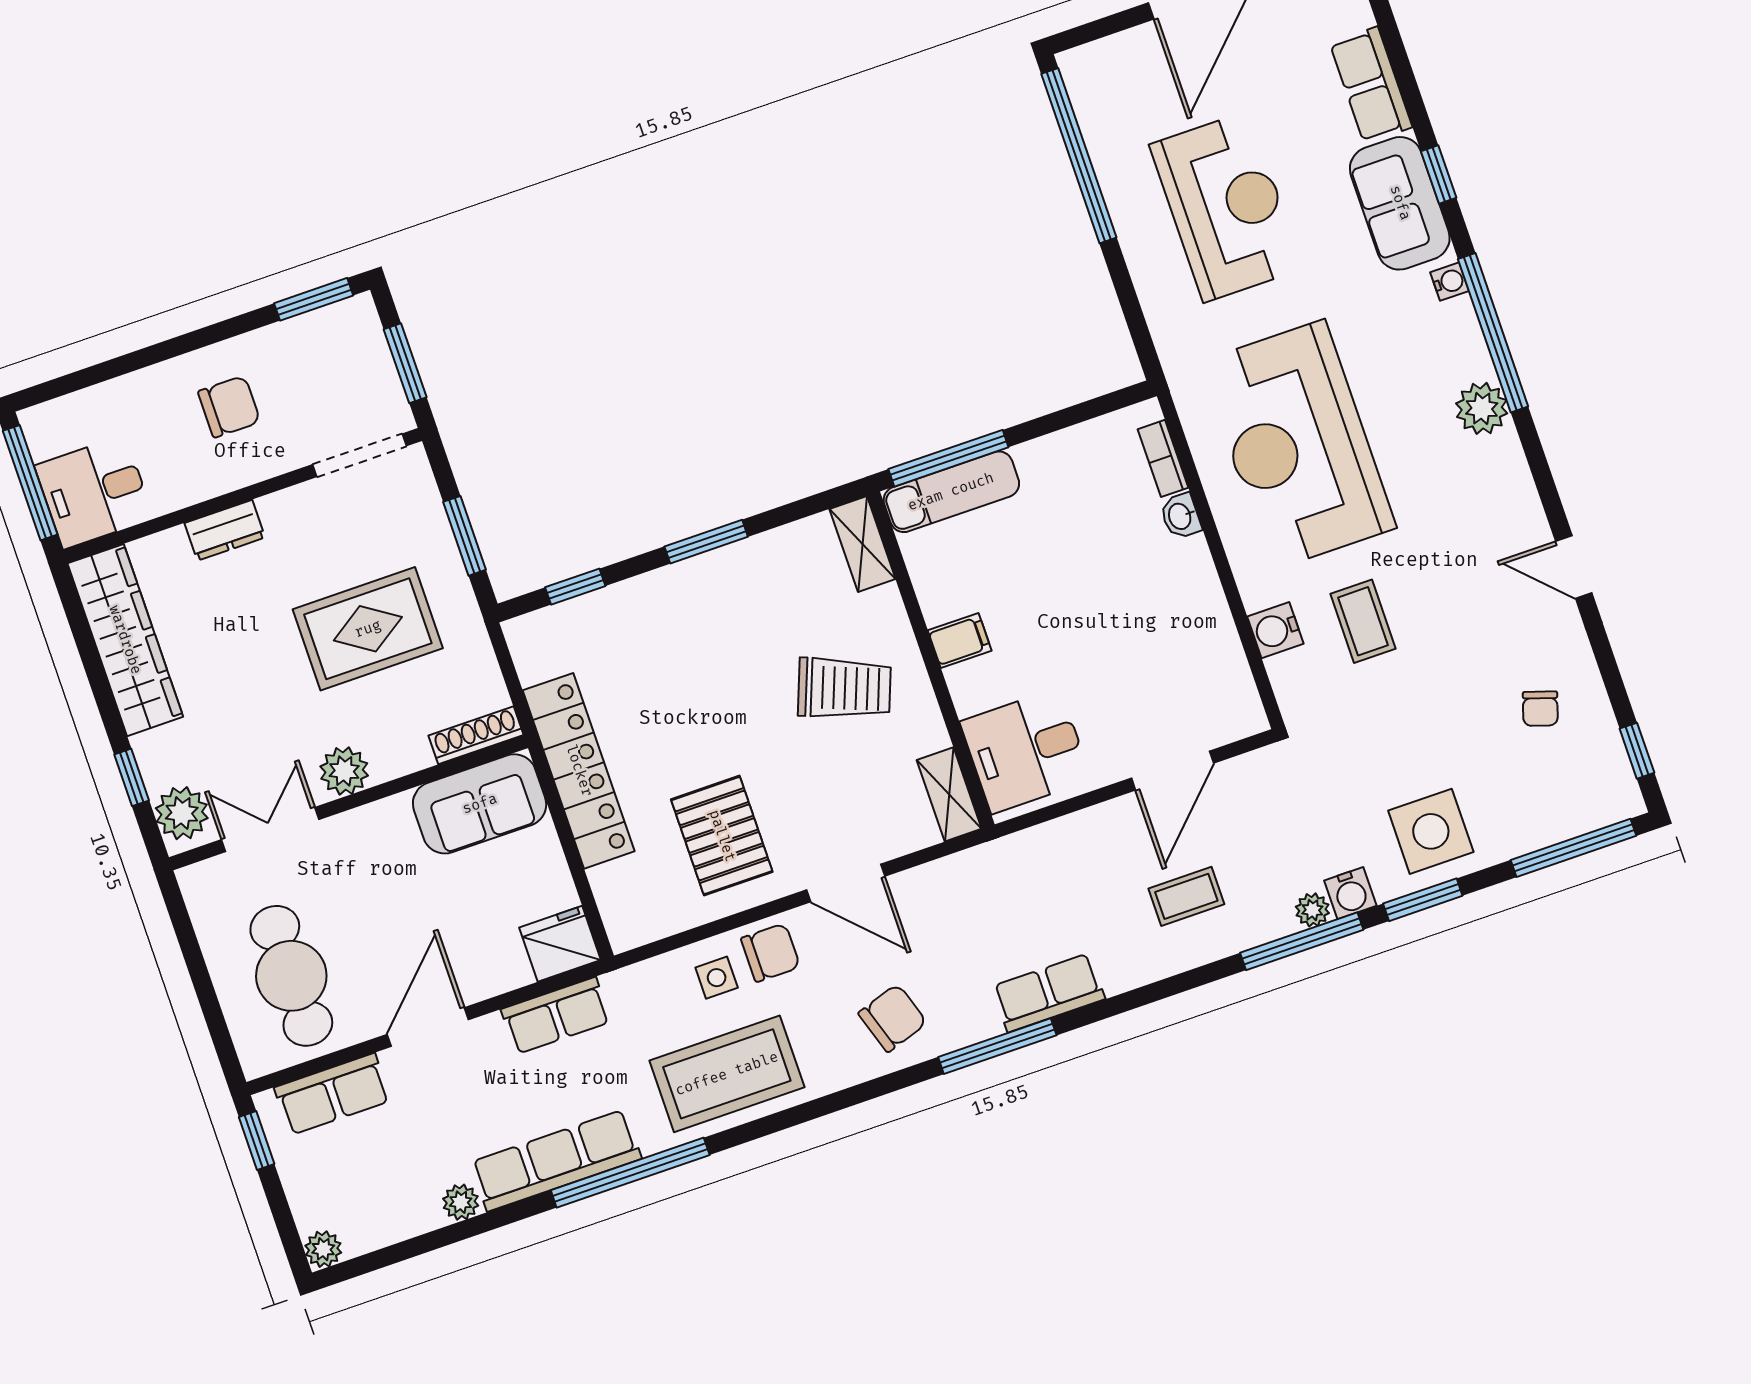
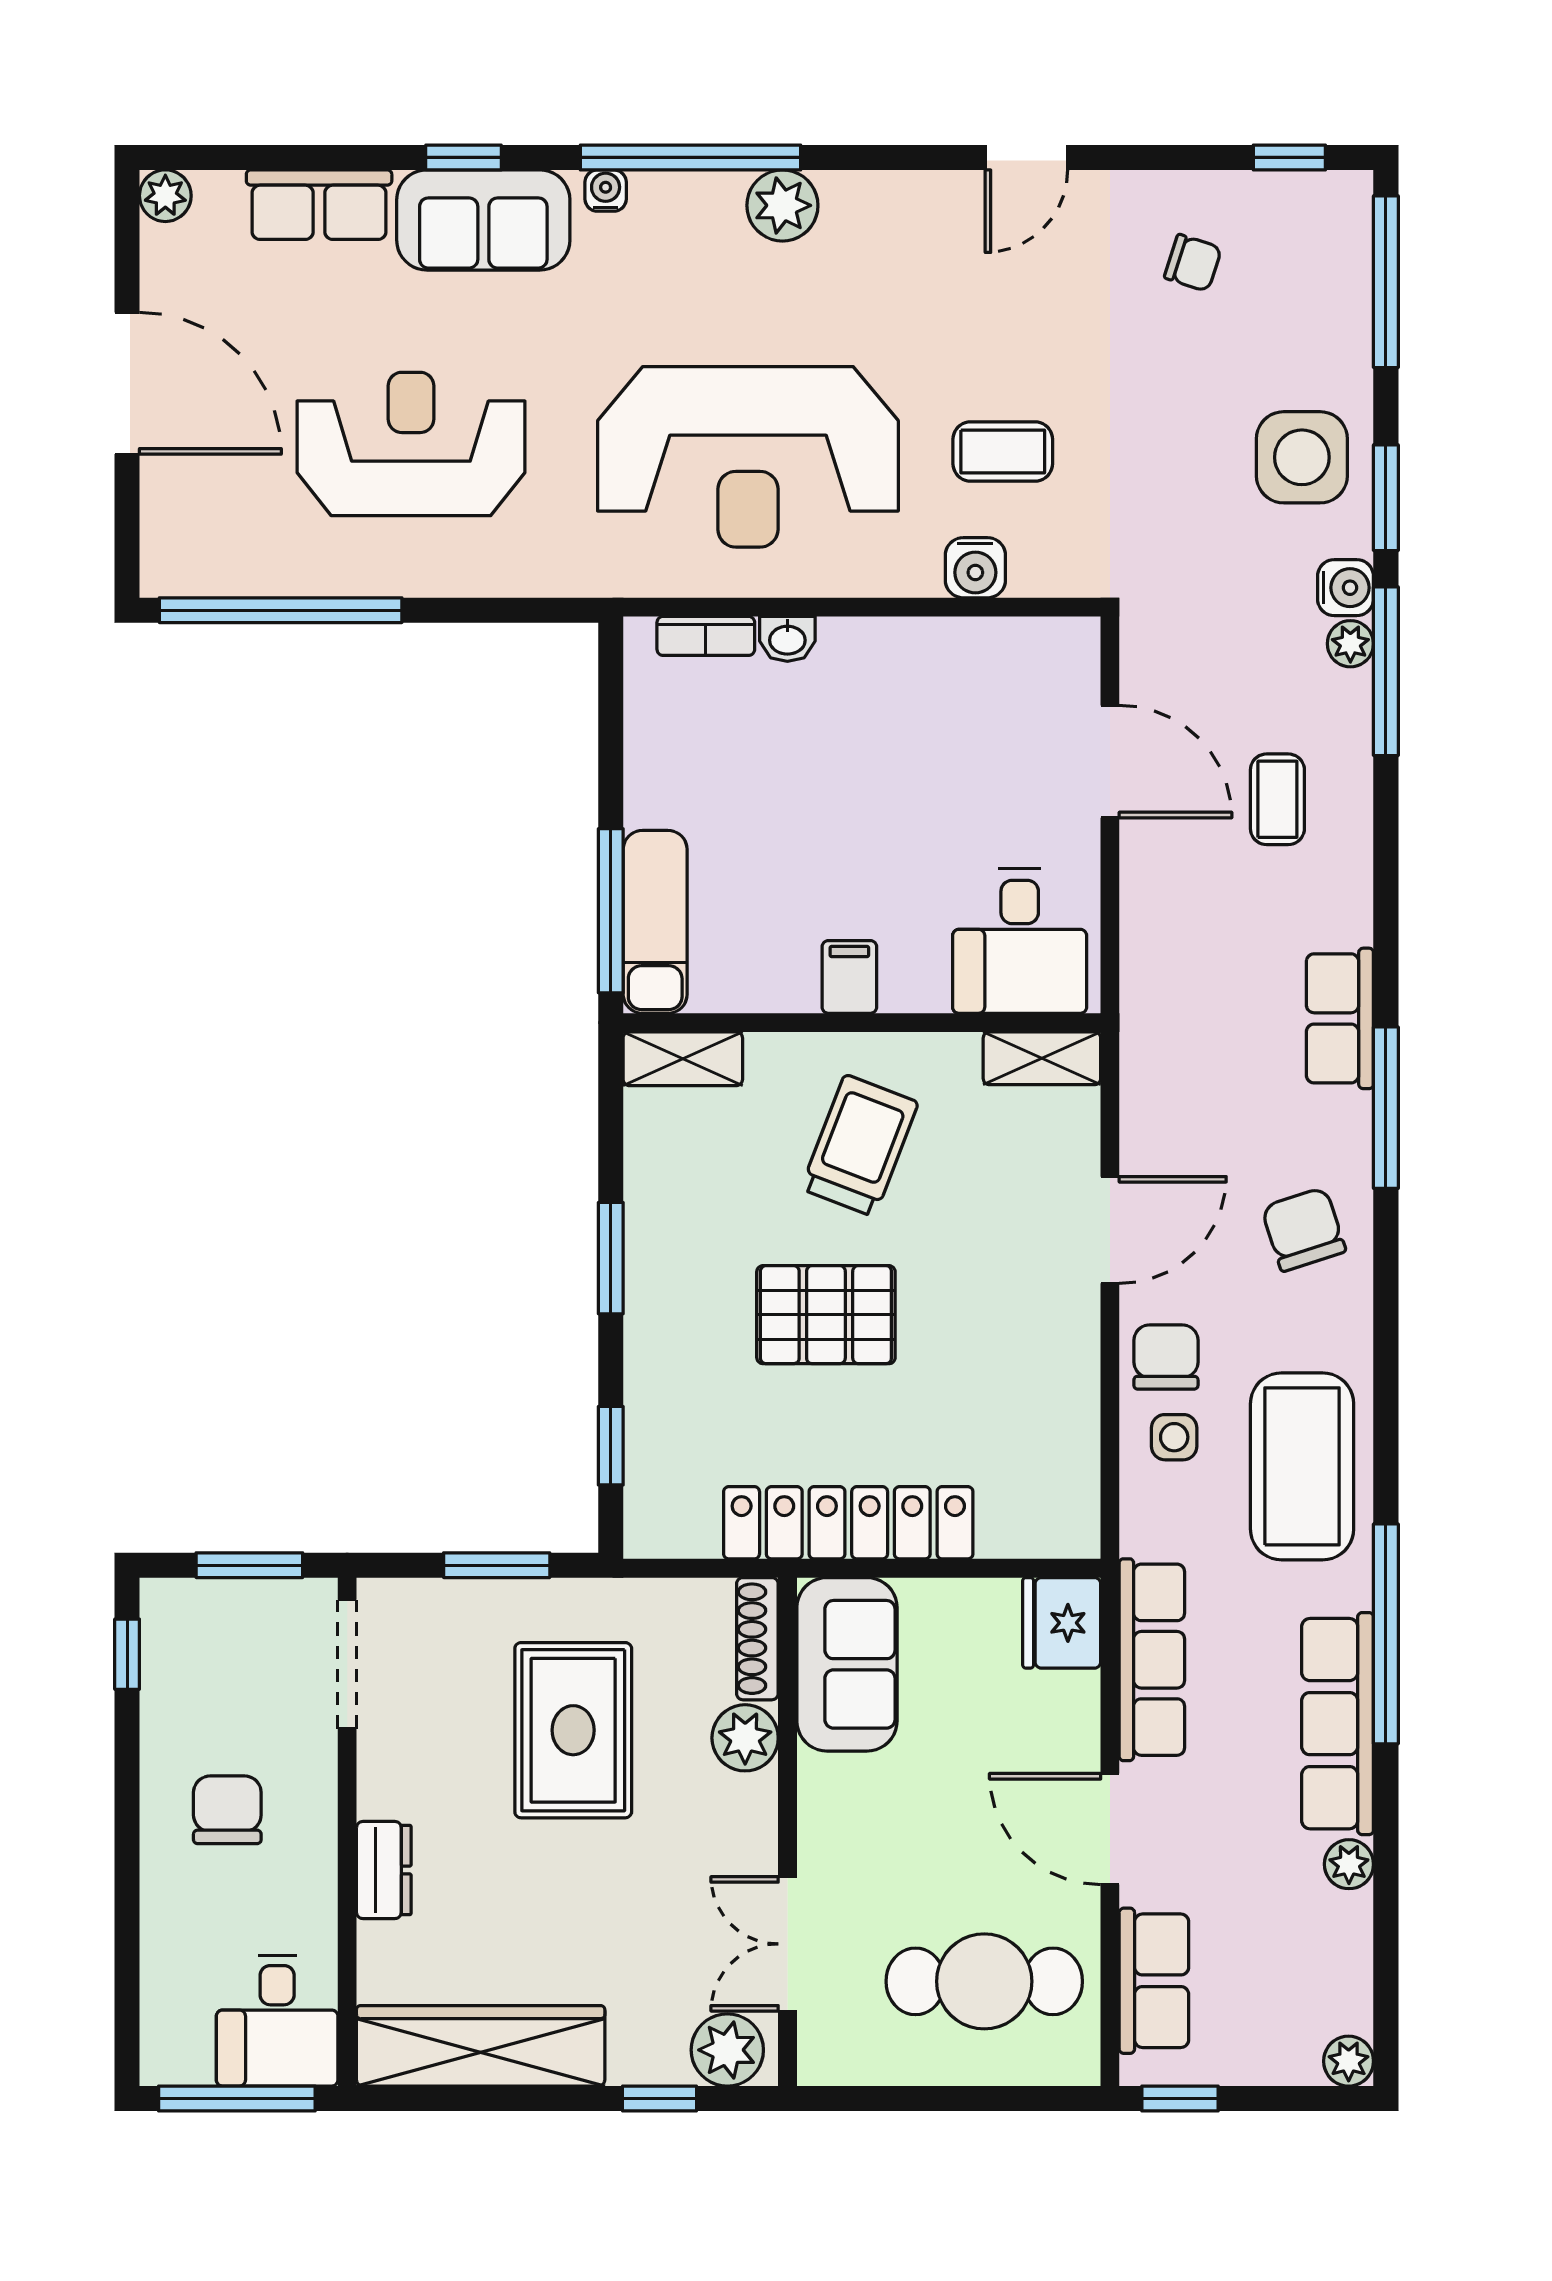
window: (314, 299) -> (127, 1654), width x0.67
plant: (344, 771) -> (745, 1738), moved
pallet: (722, 836) -> (826, 1315), moved
row of seats: (556, 1016) -> (1152, 1660), width x1.48

